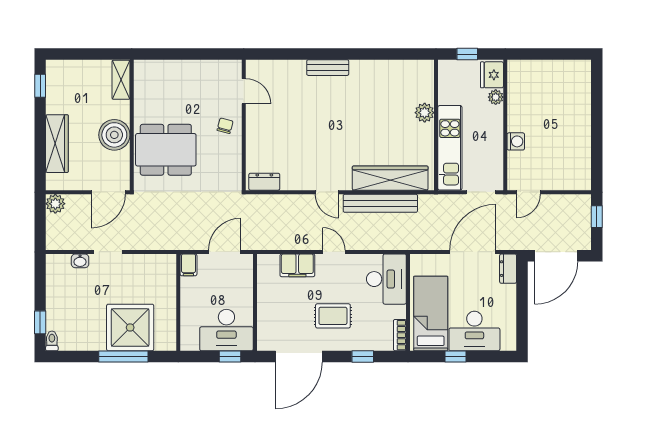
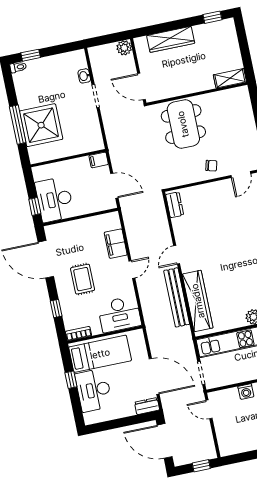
boiler: (114, 135) -> (187, 82), removed

